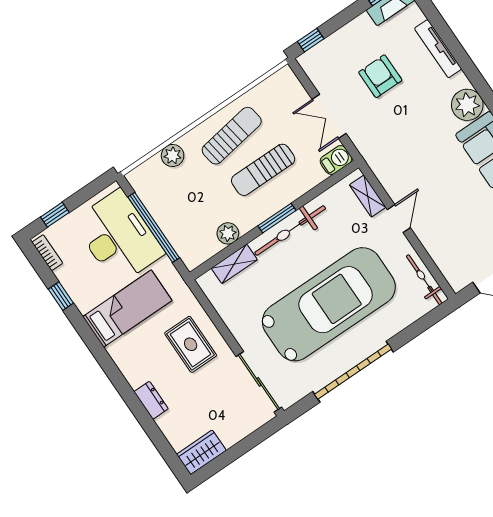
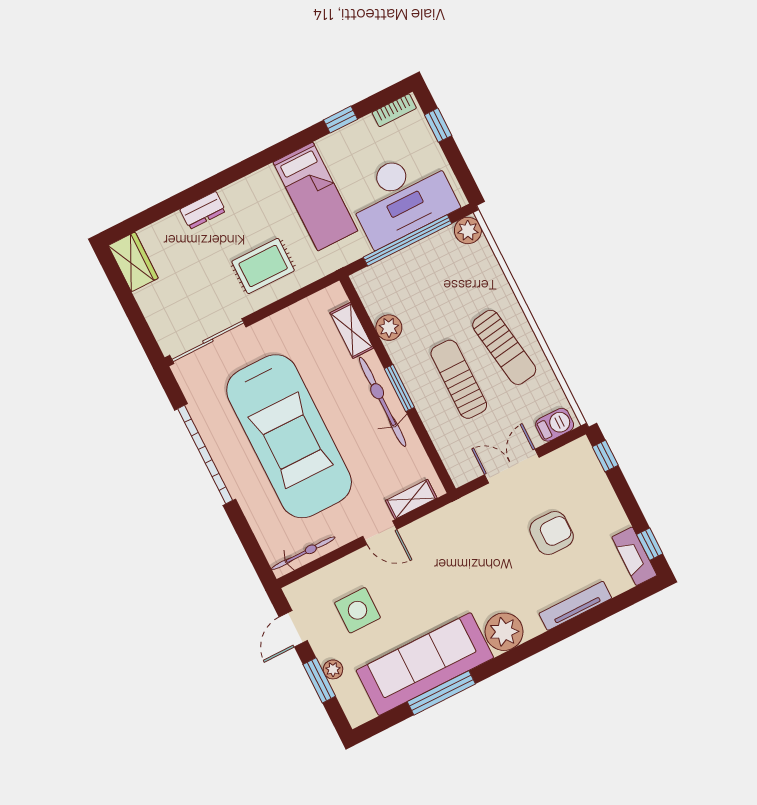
plant: (173, 156) -> (468, 230), moved
barbecue: (336, 160) -> (555, 425), moved, turned -90
side table: (465, 229) -> (357, 610), added

